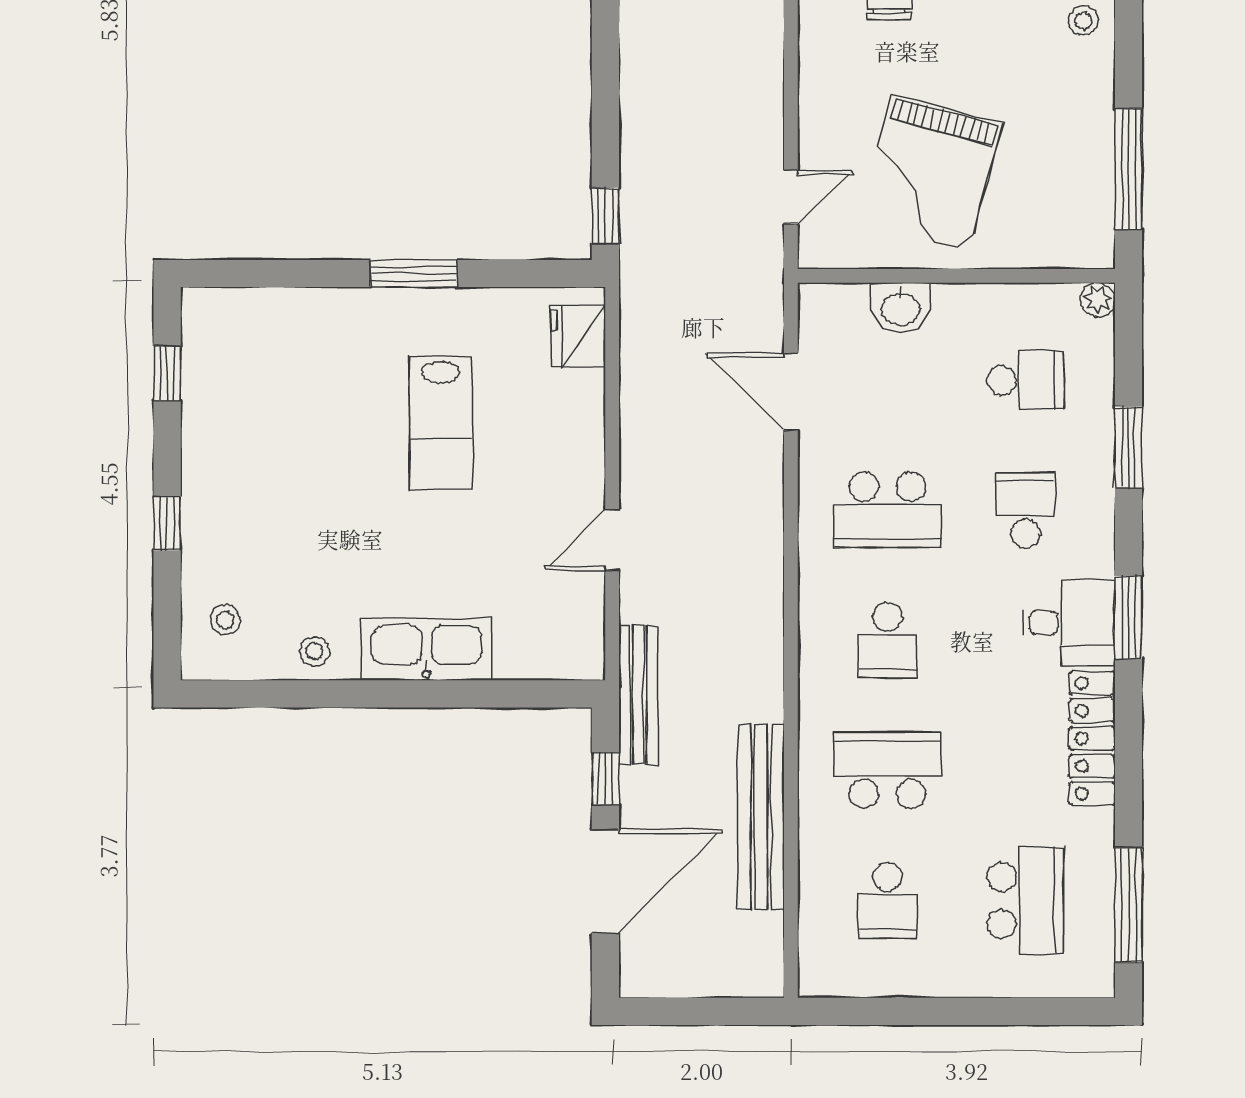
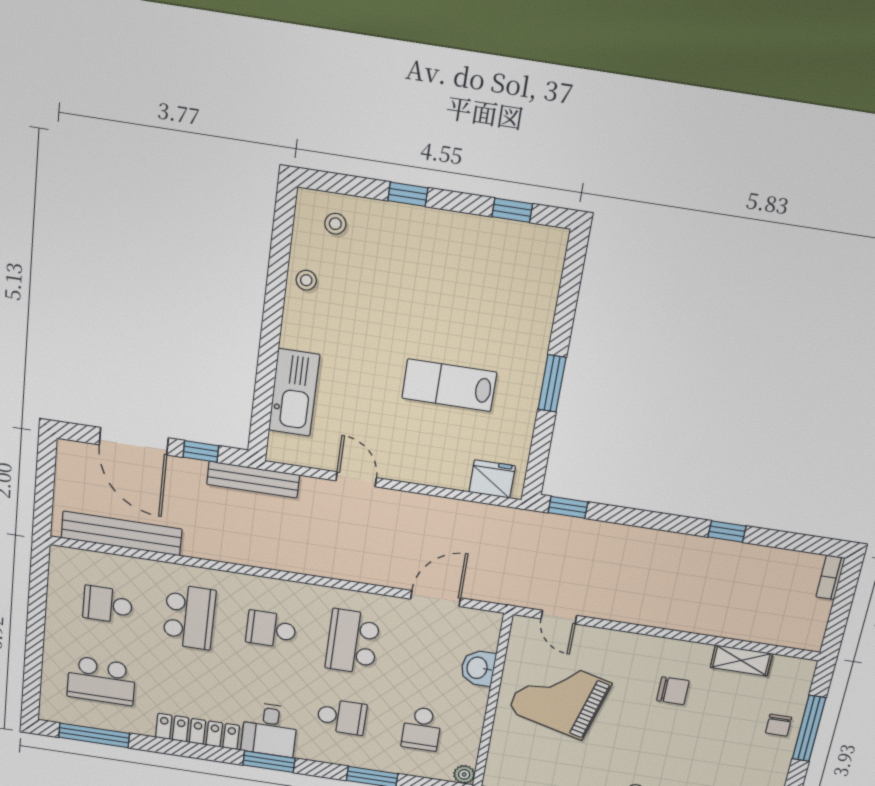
kitchen sink: (427, 649) -> (294, 392), moved
bench: (761, 817) -> (121, 533), moved

